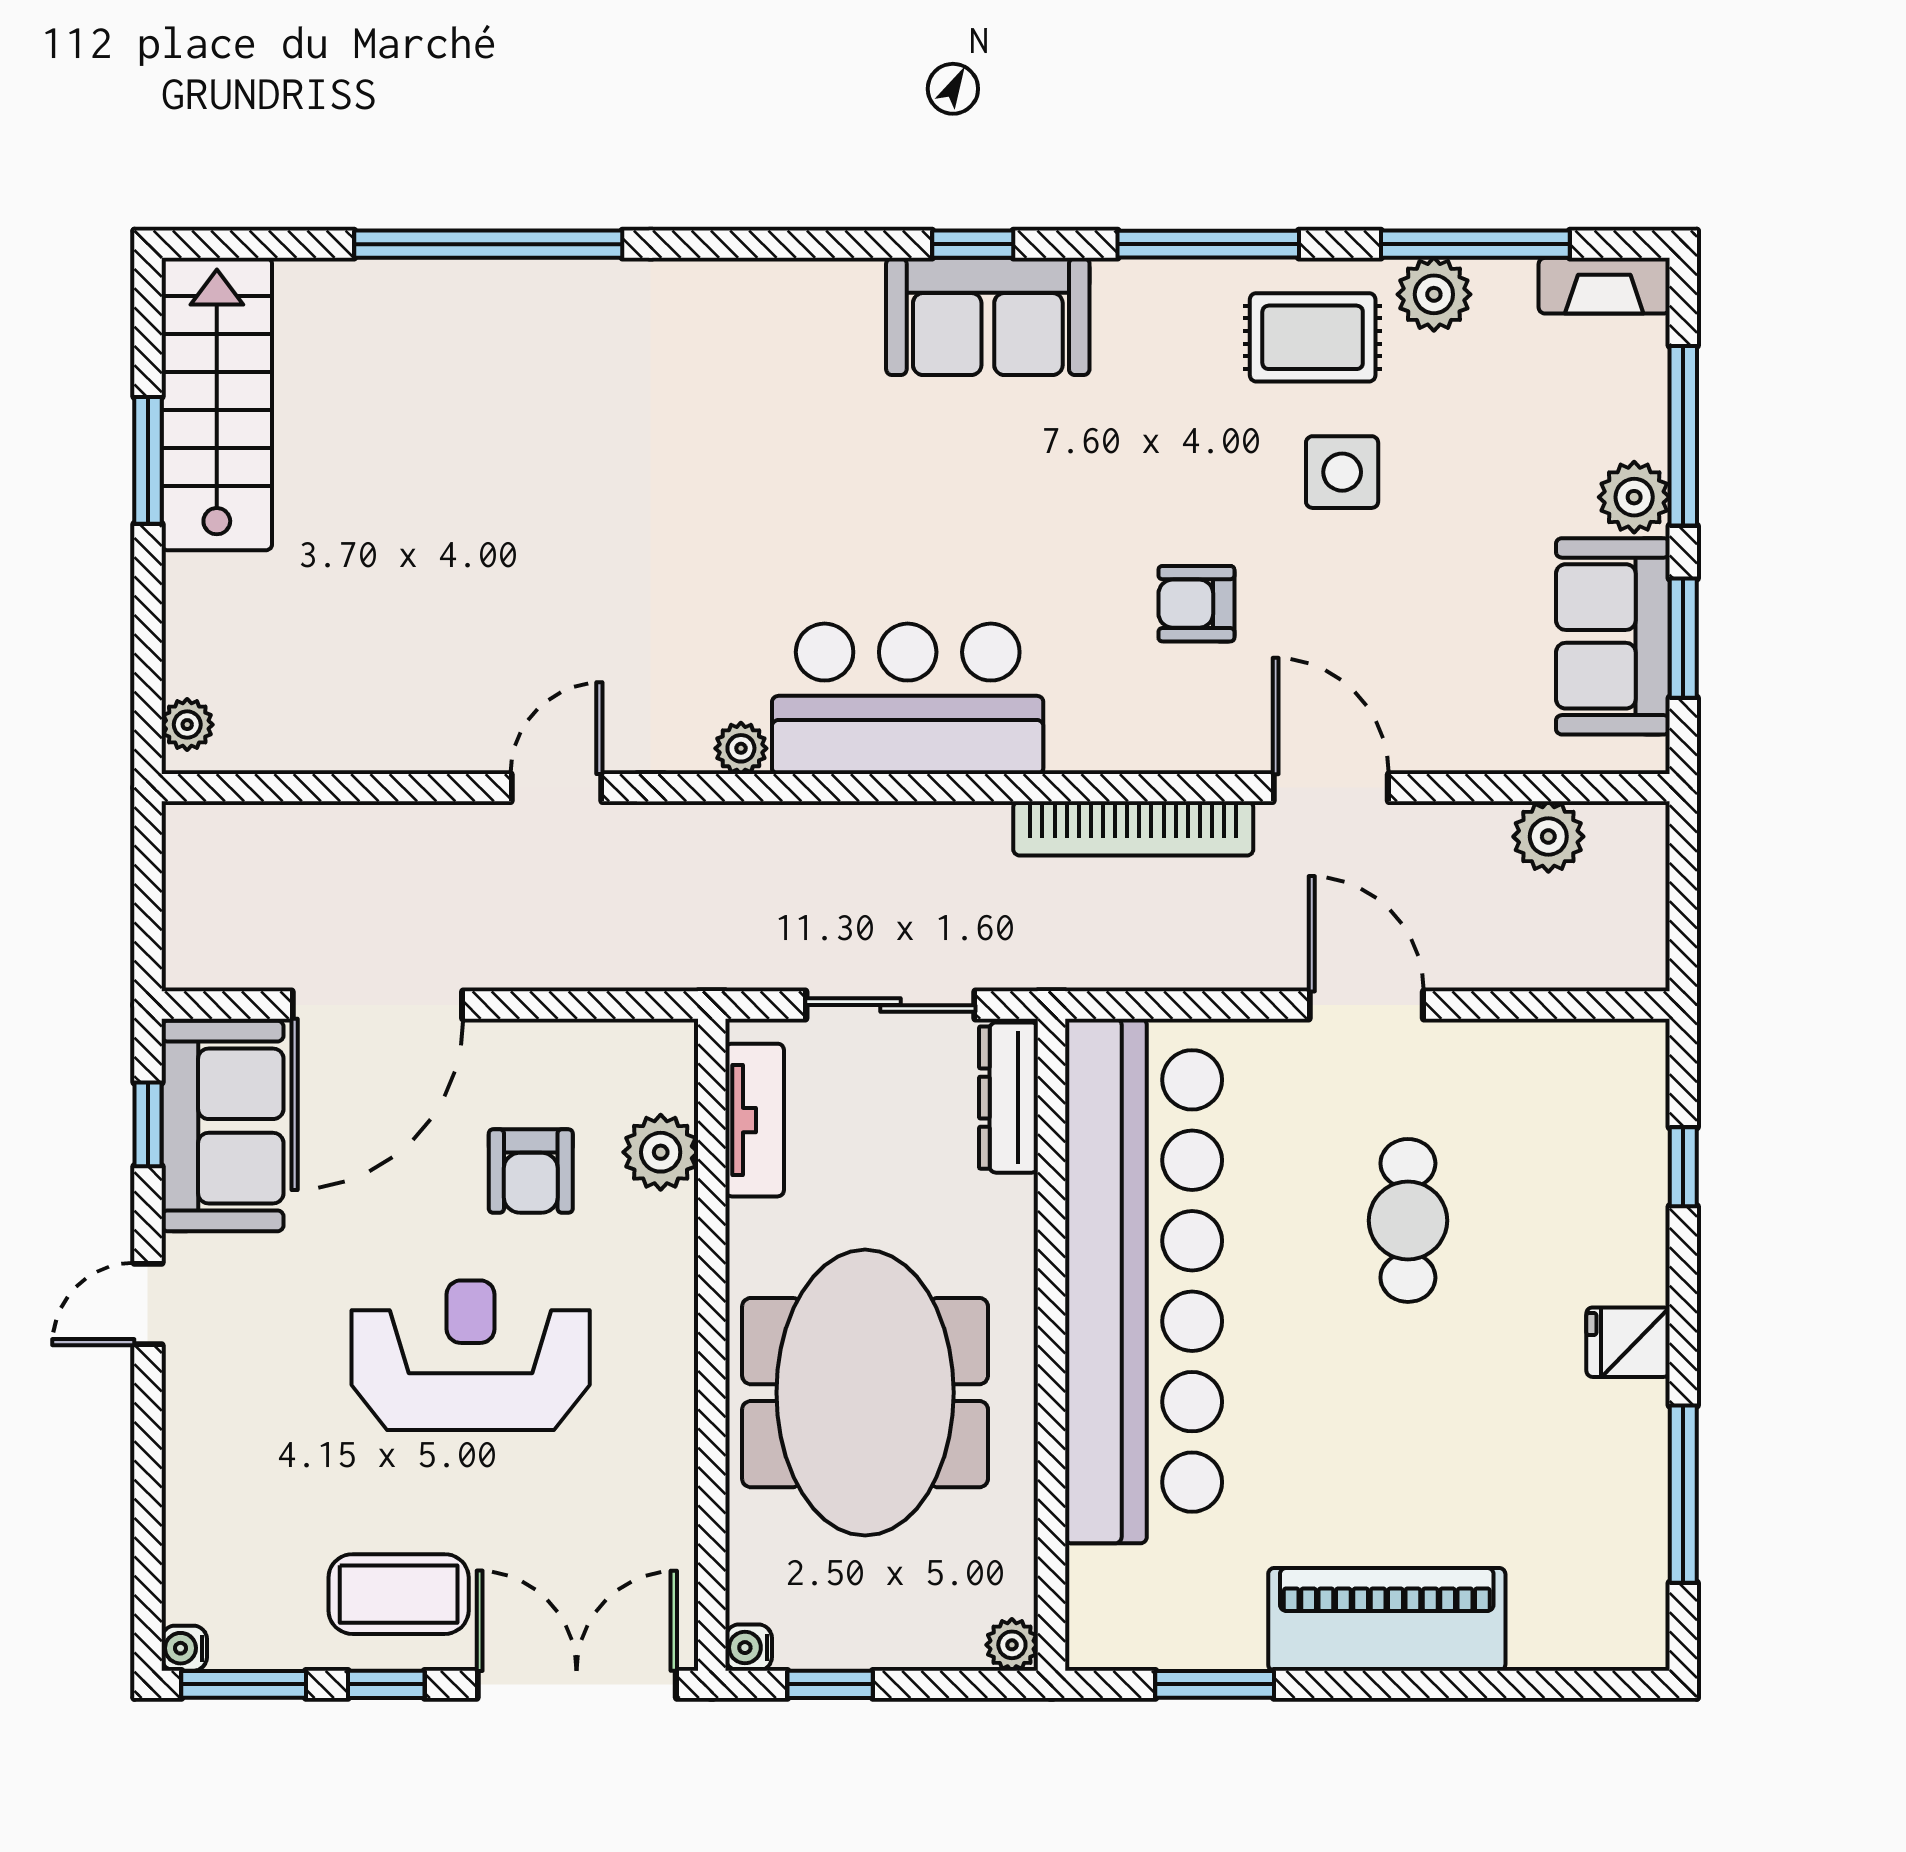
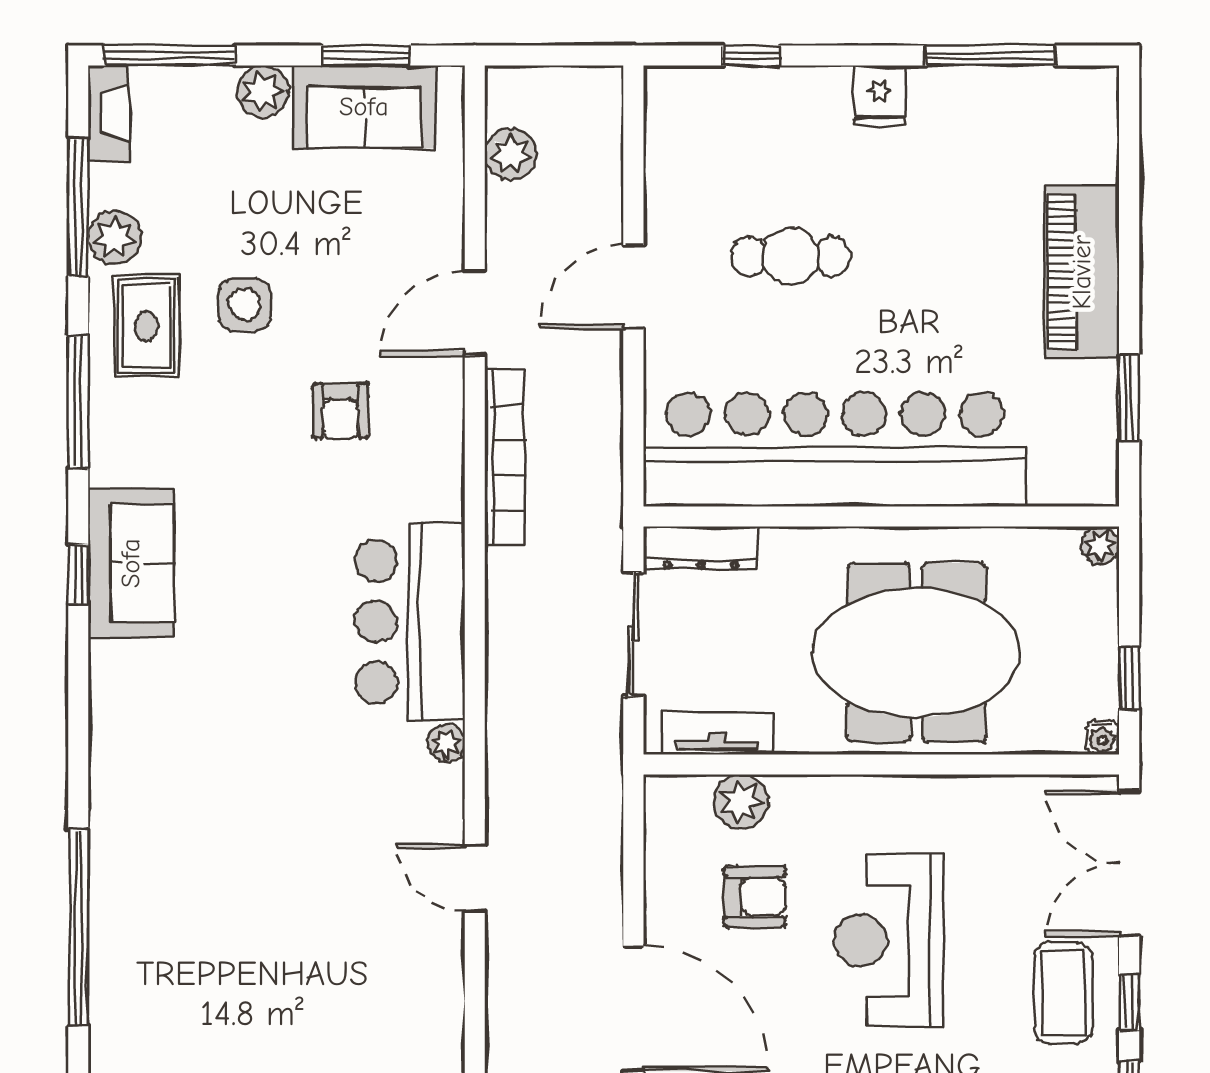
window: (1683, 436) -> (169, 56), moved

